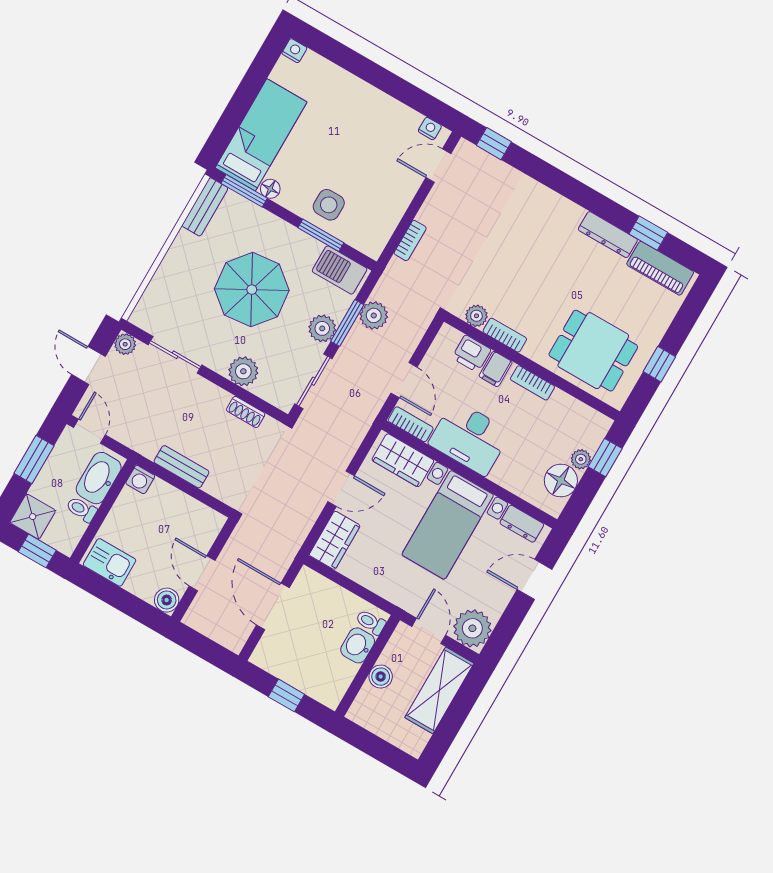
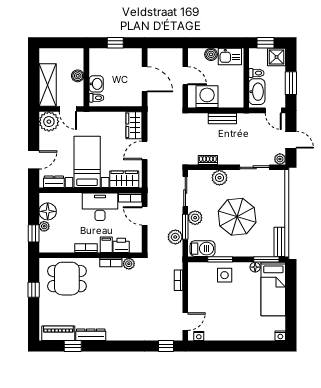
washing machine: (140, 480) -> (207, 97), moved, width x1.89, depth x1.89
boiler: (167, 600) -> (211, 54), moved

